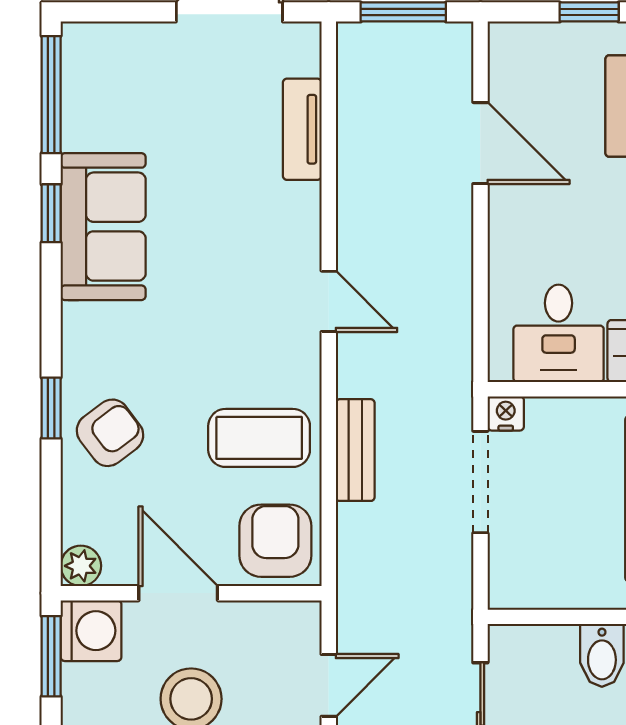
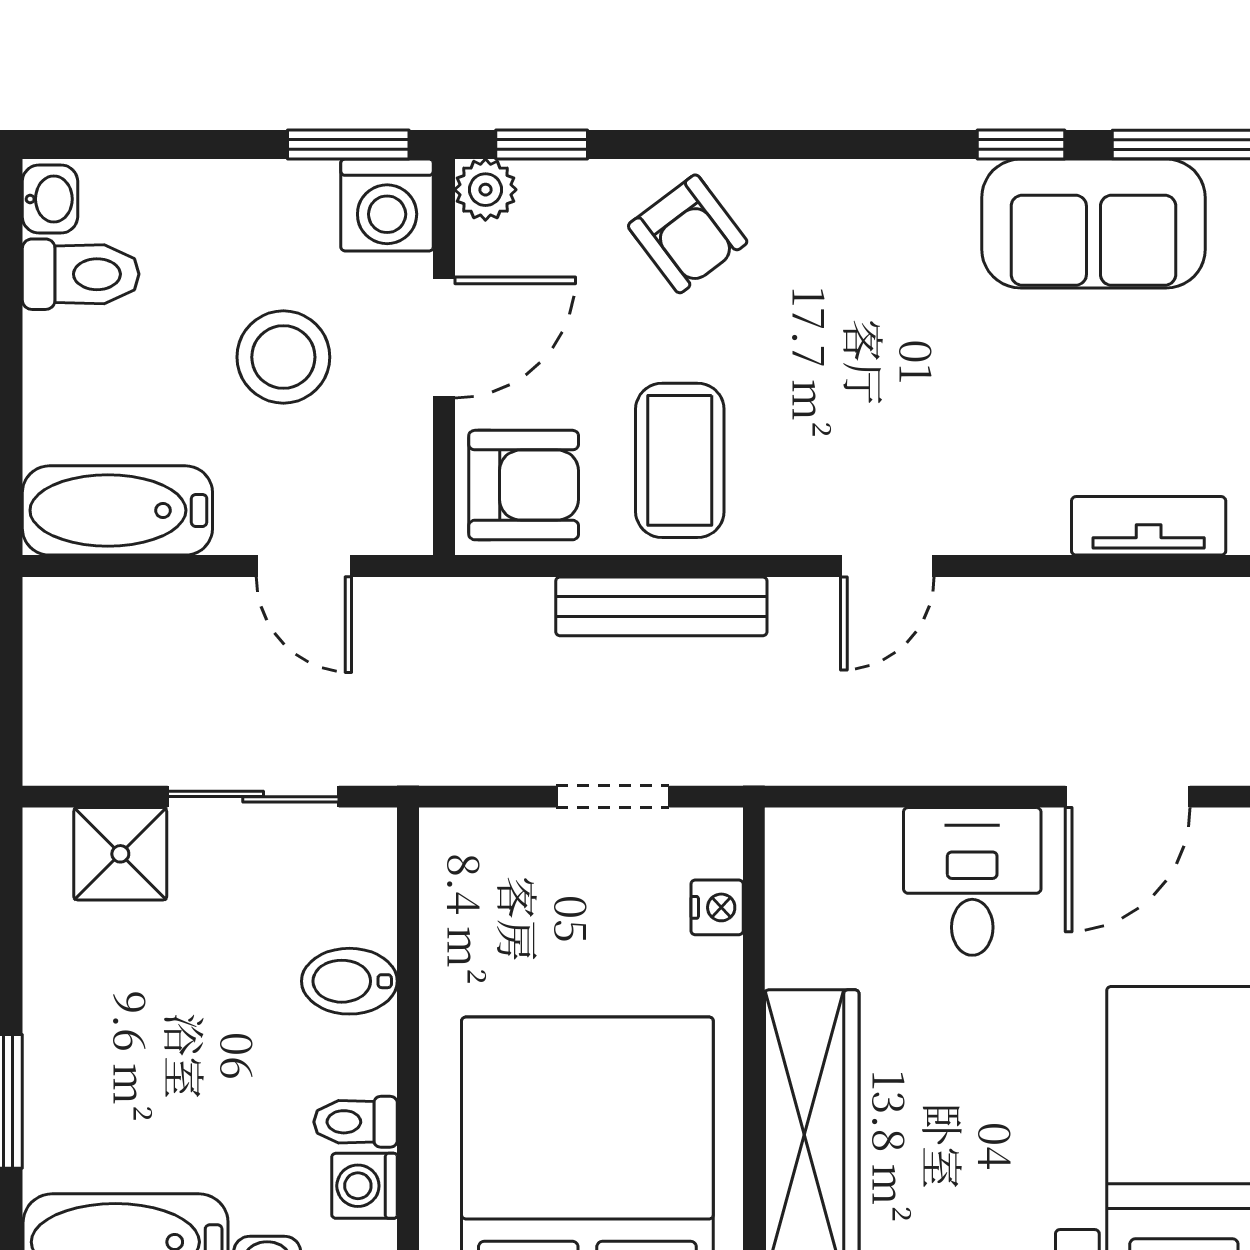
sofa: (103, 227) -> (1093, 223), moved
desk: (559, 333) -> (972, 881), moved, turned 90
window: (51, 408) -> (542, 144), moved
nightstand: (506, 413) -> (717, 907), moved
bench: (355, 450) -> (661, 606), width x1.36
doorway: (480, 482) -> (613, 797), width x0.73

